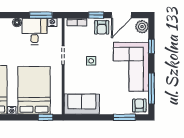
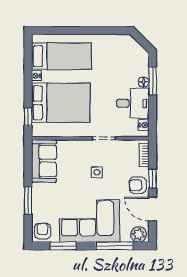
window: (41, 15) -> (153, 81), moved
window: (151, 46) -> (115, 246), width x2.17
window: (151, 88) -> (63, 246), width x0.69
armchair: (139, 105) -> (43, 231), turned -90
window: (124, 117) -> (28, 200), moved

